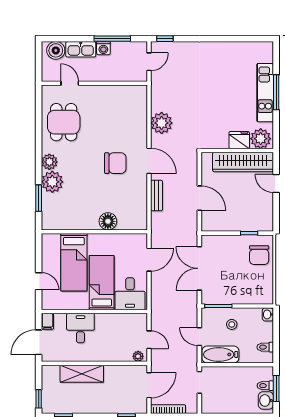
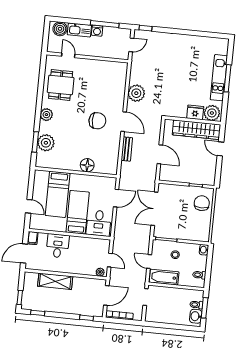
plant: (52, 182) -> (46, 143), moved
chair: (259, 255) -> (202, 203), turned 180

